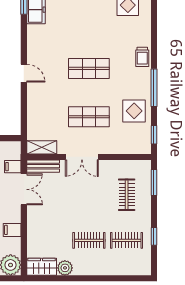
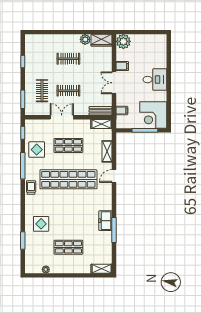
shop shelf: (89, 68) -> (68, 179), width x2.00, depth x1.36
door: (24, 73) -> (114, 176), hinge flipped
shelving: (34, 108) -> (107, 151), added
double door: (82, 157) -> (62, 117), moved
double door: (24, 189) -> (114, 83), moved
clothes rail: (127, 240) -> (68, 91), moved

